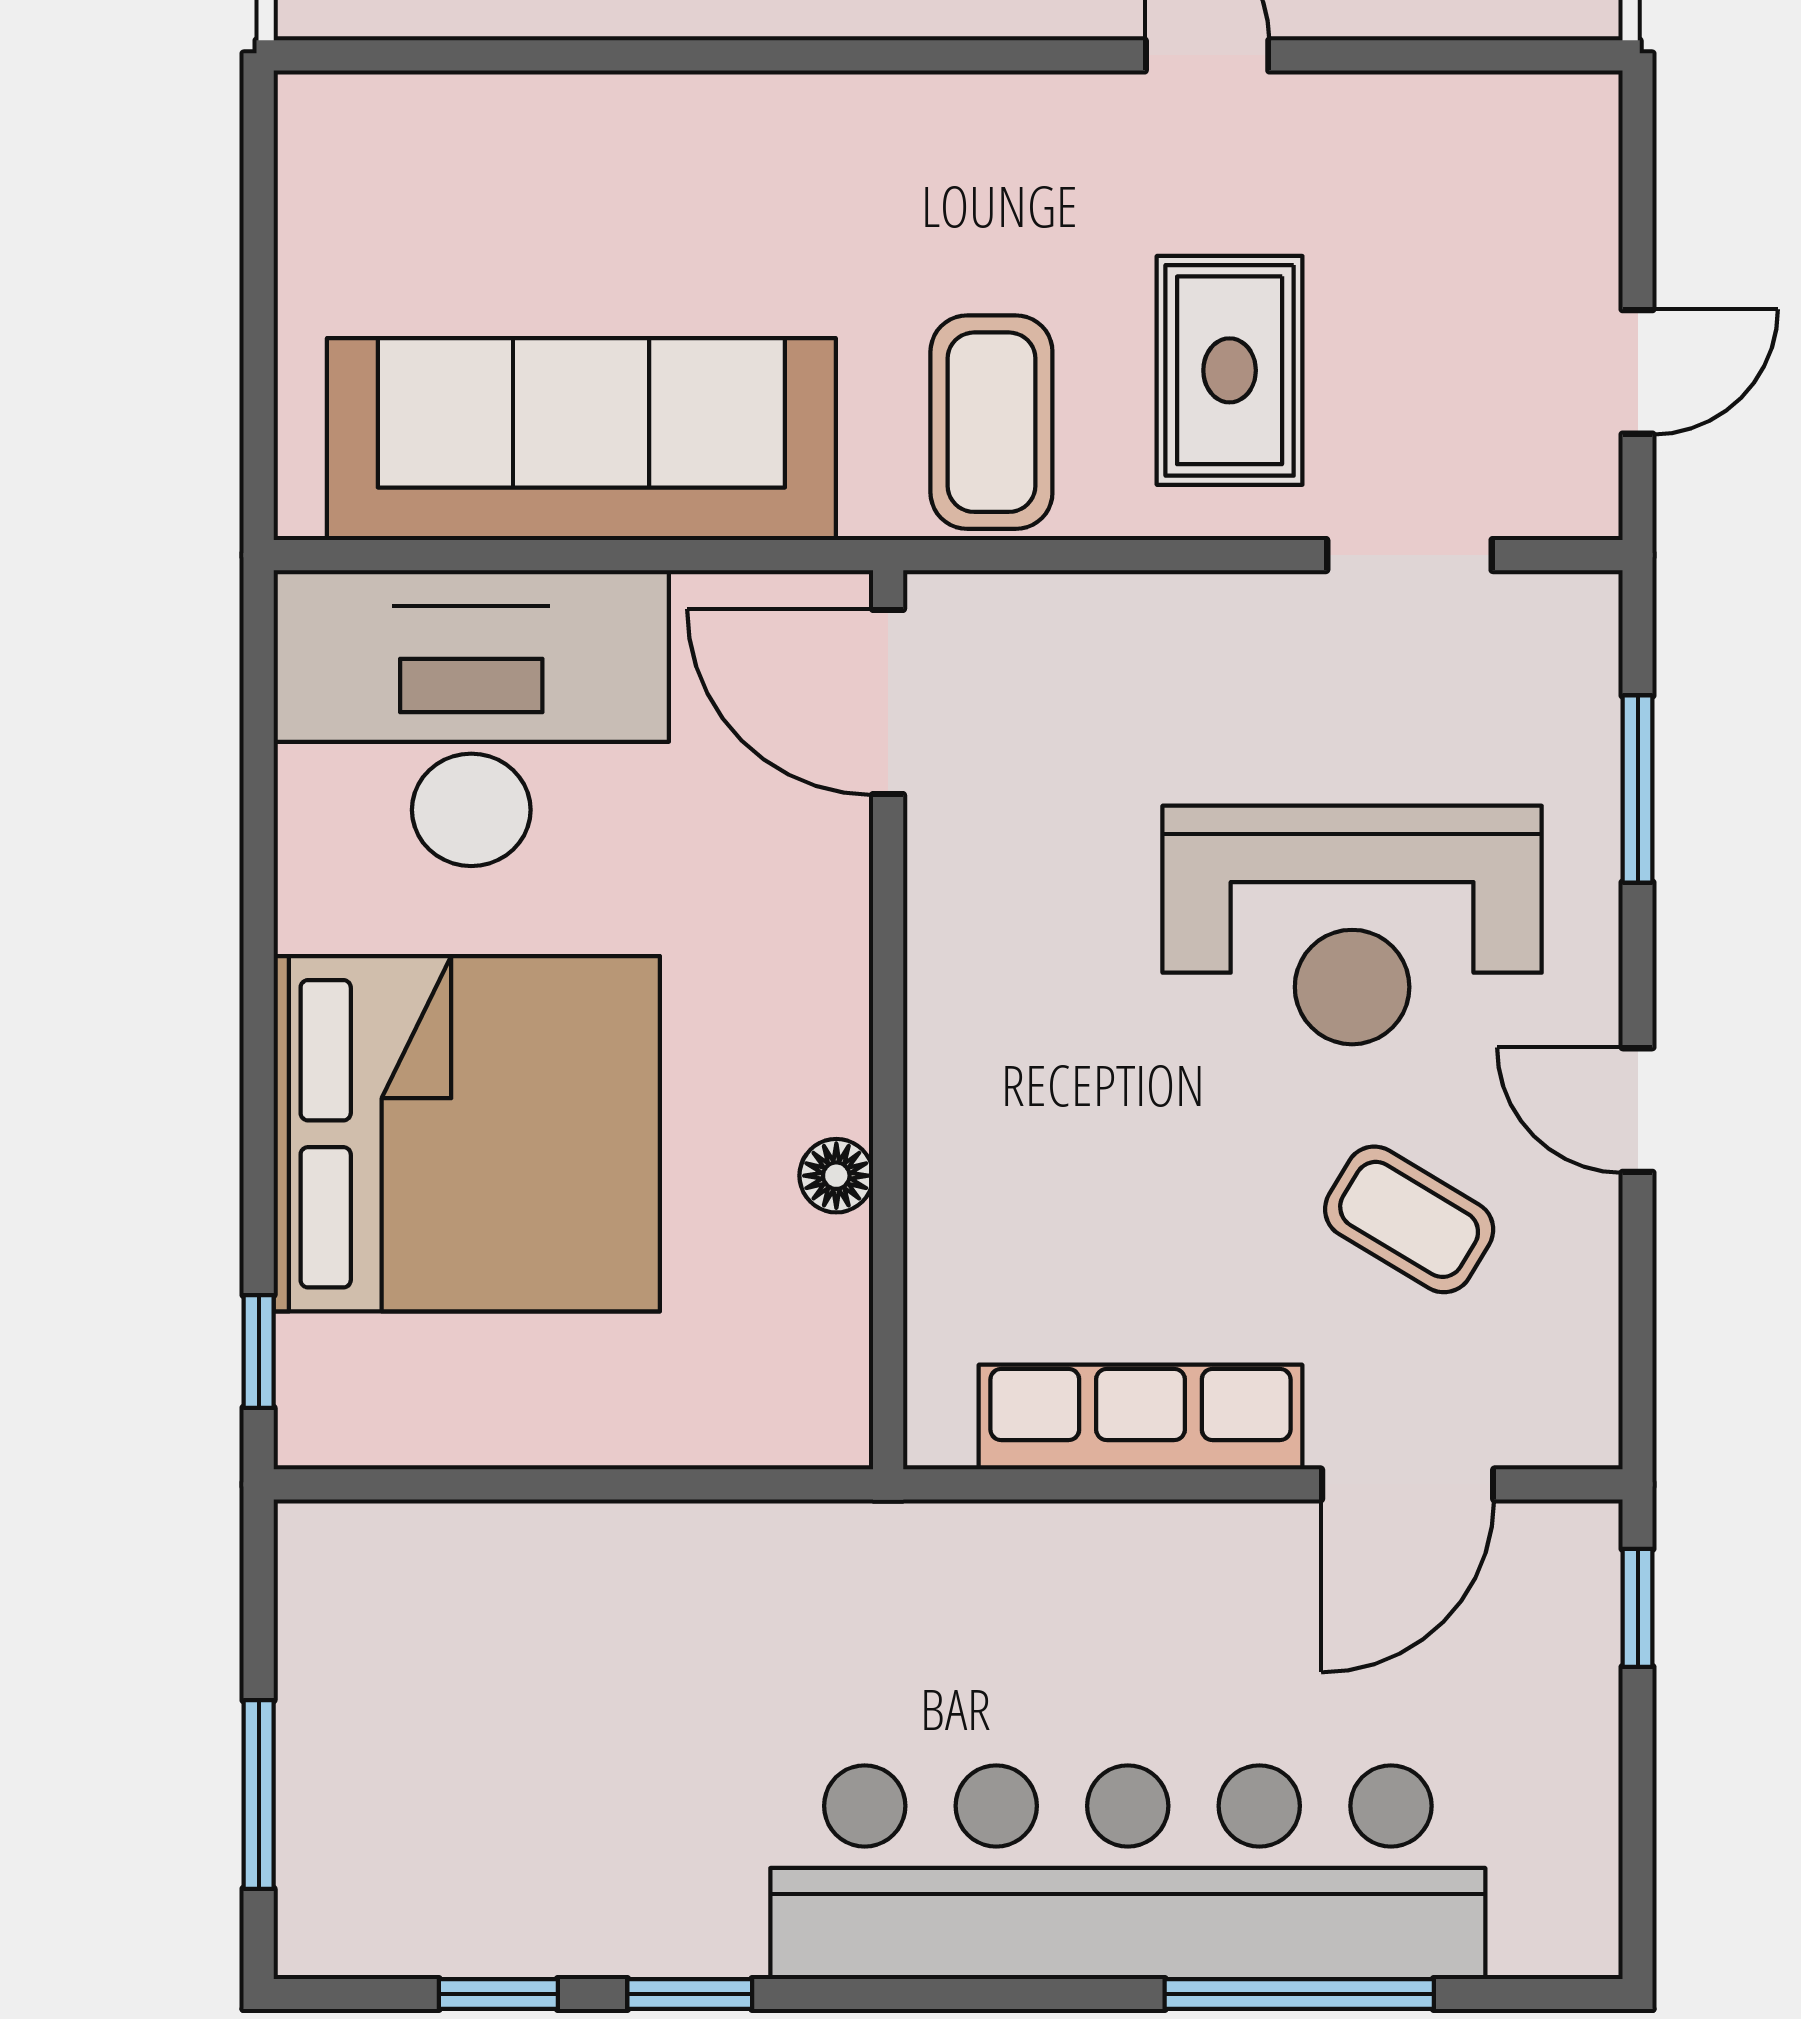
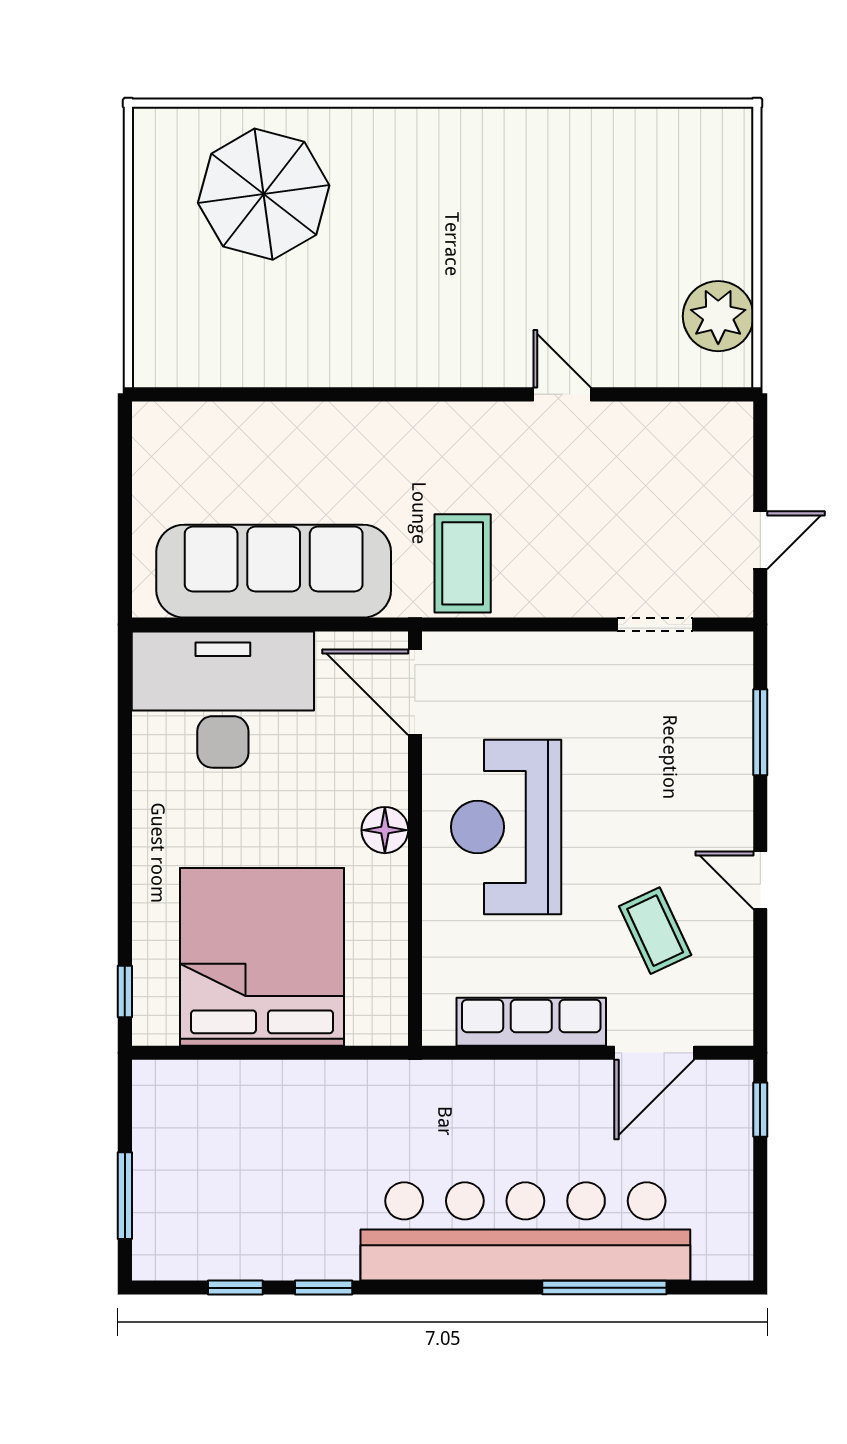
rug: (1230, 370) -> (572, 539), removed
reception desk: (1352, 925) -> (506, 827), moved, turned 90
bed: (467, 1134) -> (262, 957), moved, turned -90
floor lamp: (836, 1176) -> (385, 830), moved, width x1.37, depth x1.37
coffee table: (1409, 1219) -> (655, 931), turned 34

